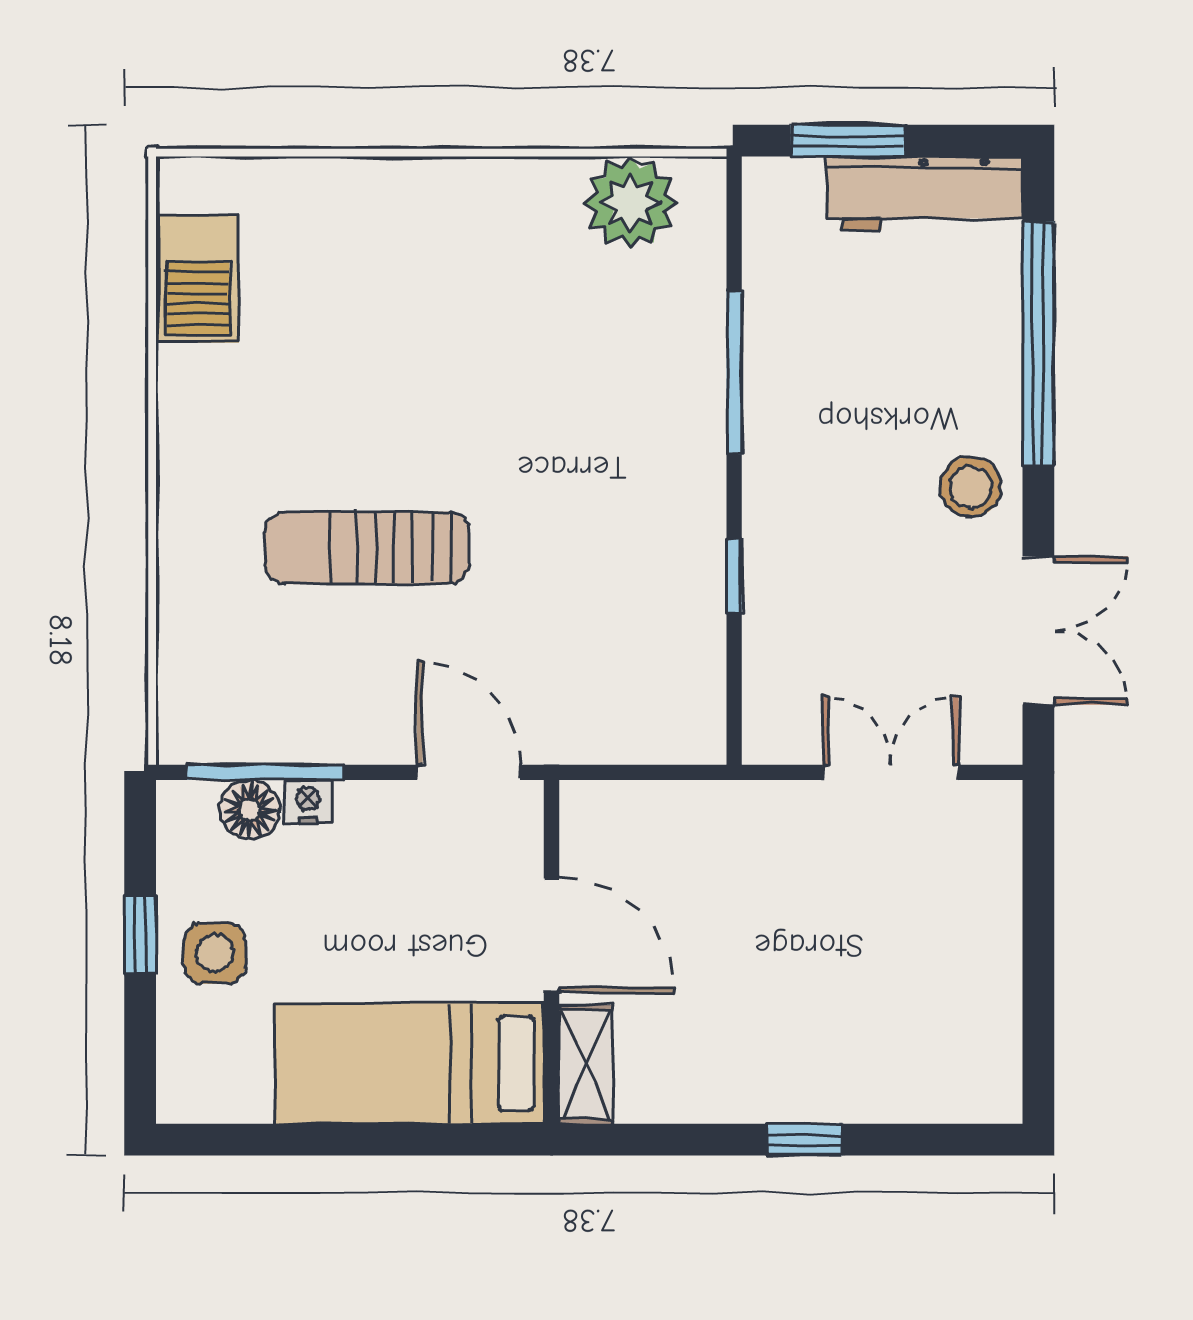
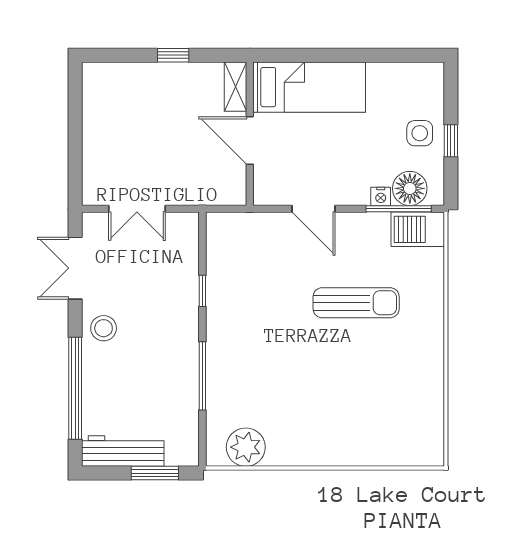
barbecue: (197, 279) -> (418, 229), moved, turned -90
floor lamp: (250, 810) -> (410, 188), width x1.38, depth x1.38
door: (552, 935) -> (250, 141), moved
wall: (552, 952) -> (250, 134), moved
bed: (410, 1063) -> (309, 87), moved
shelving: (586, 1065) -> (236, 87), moved

